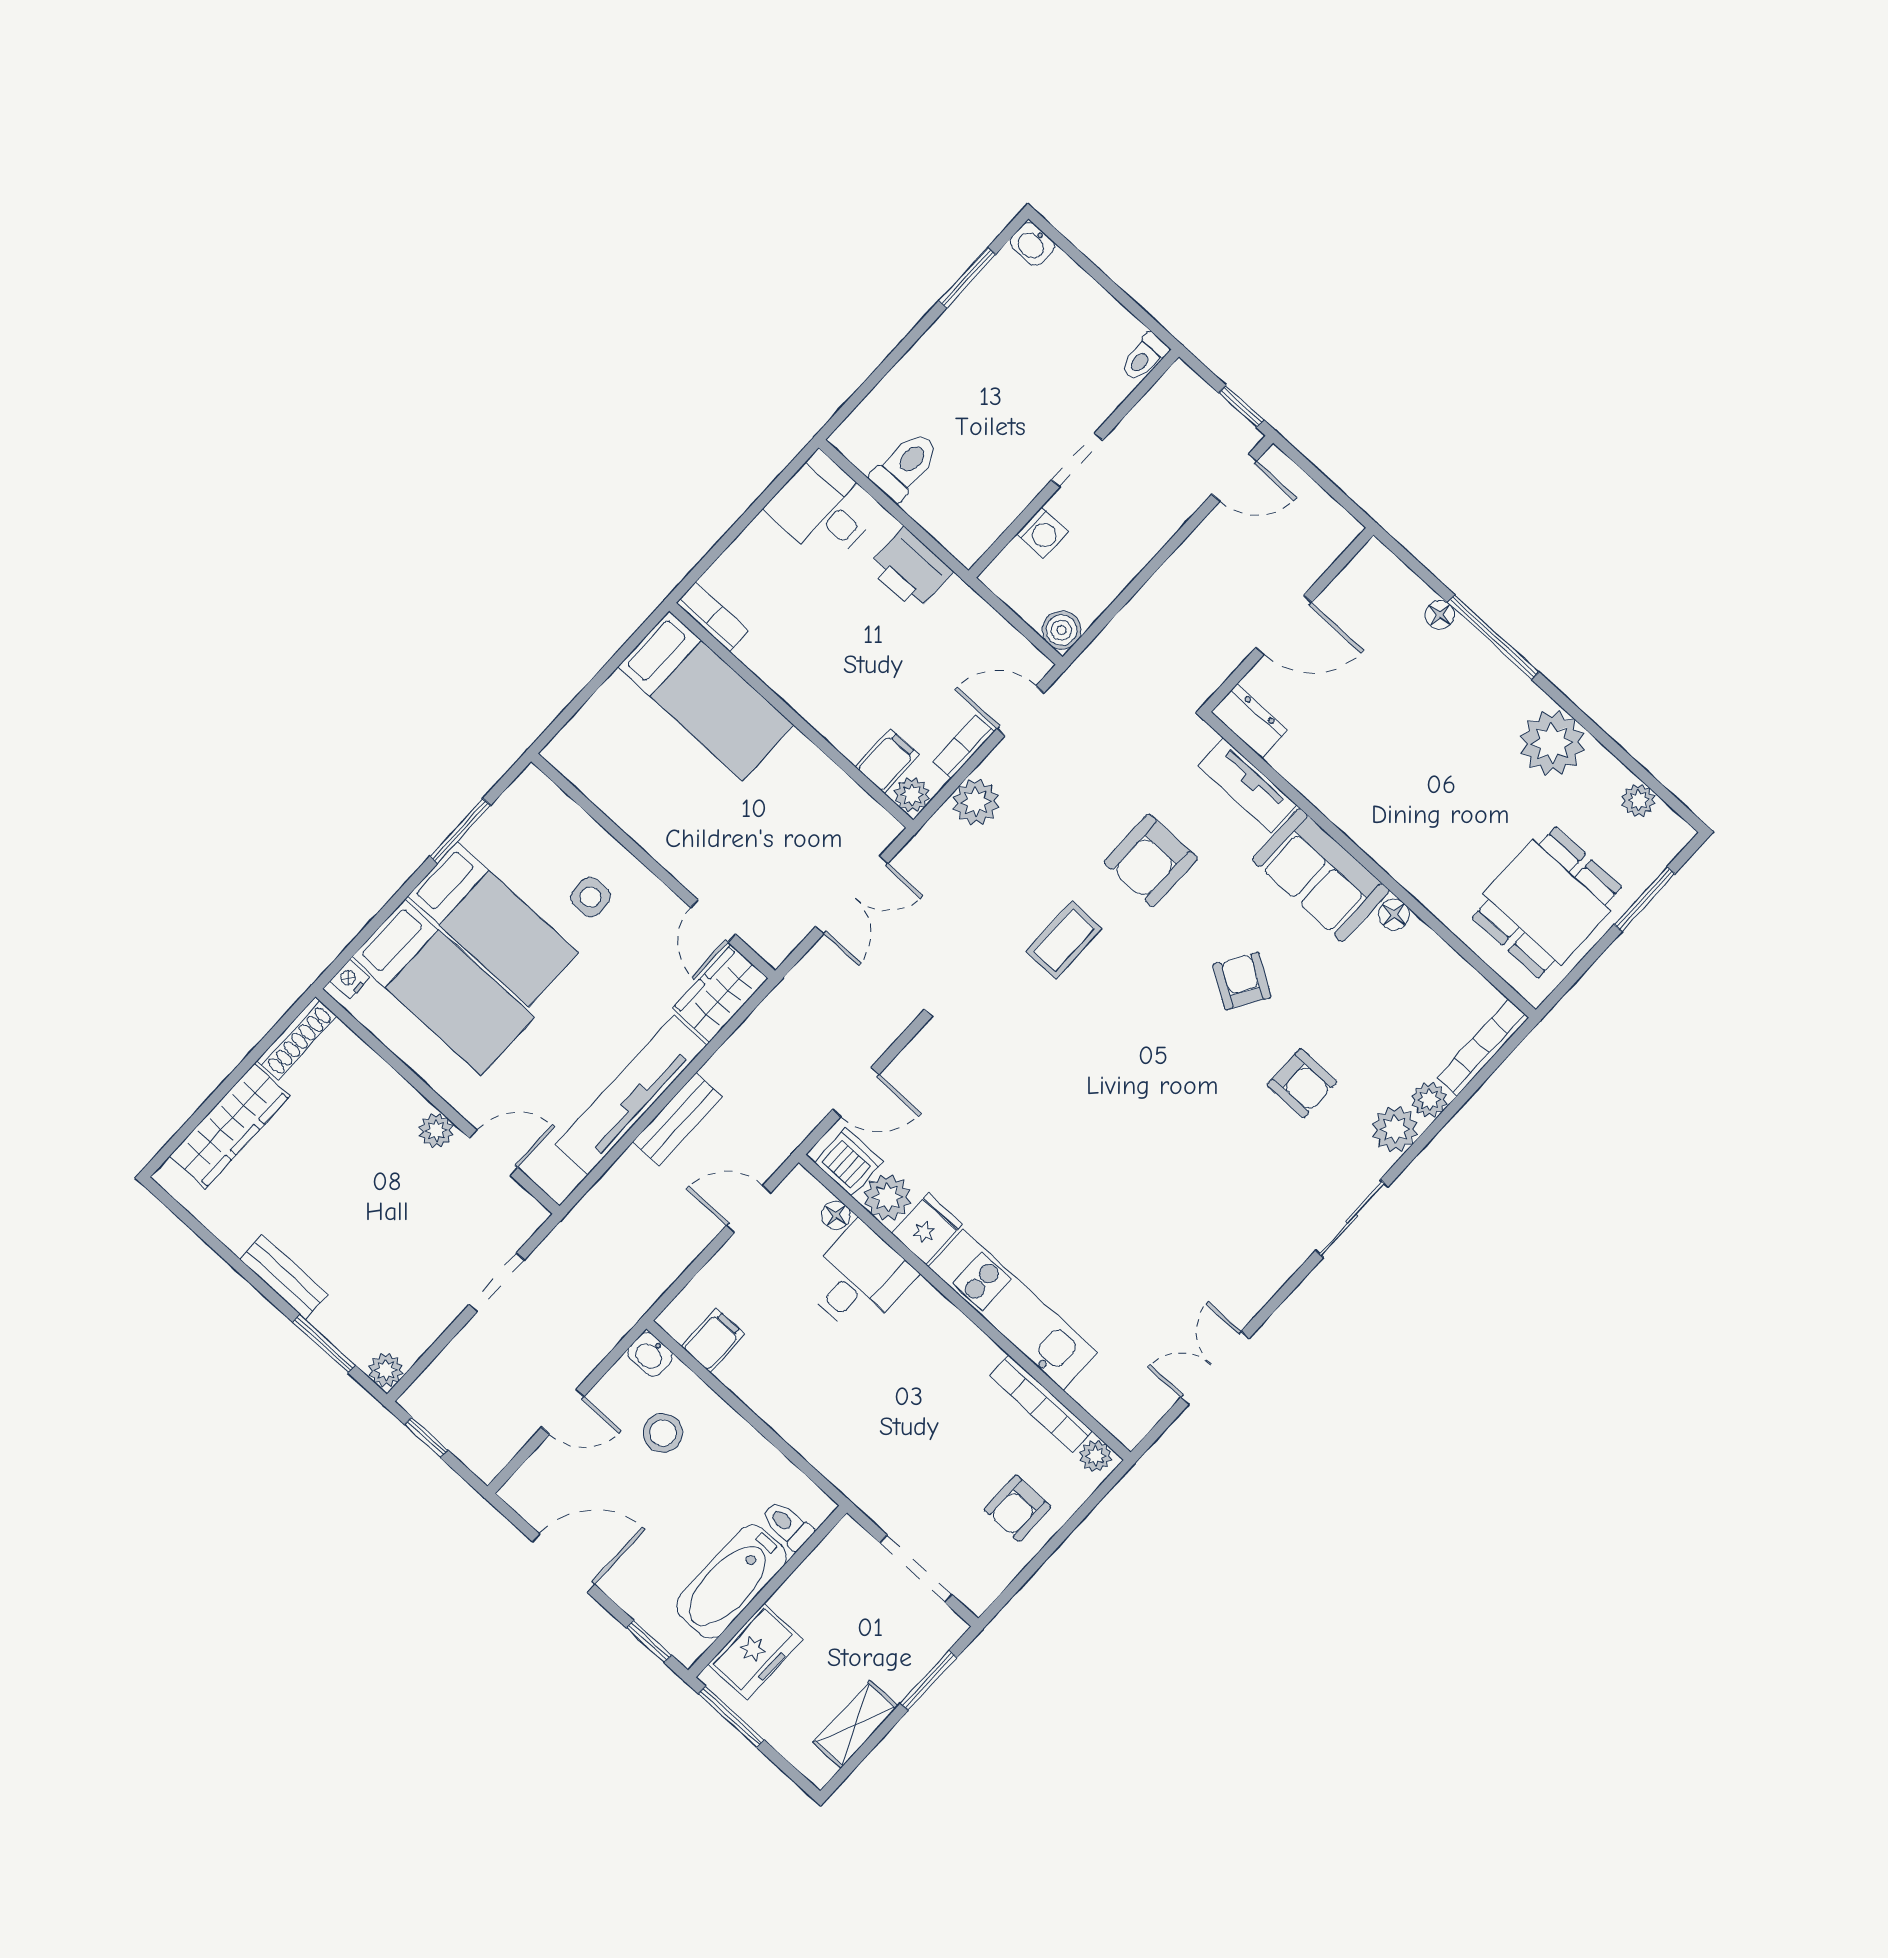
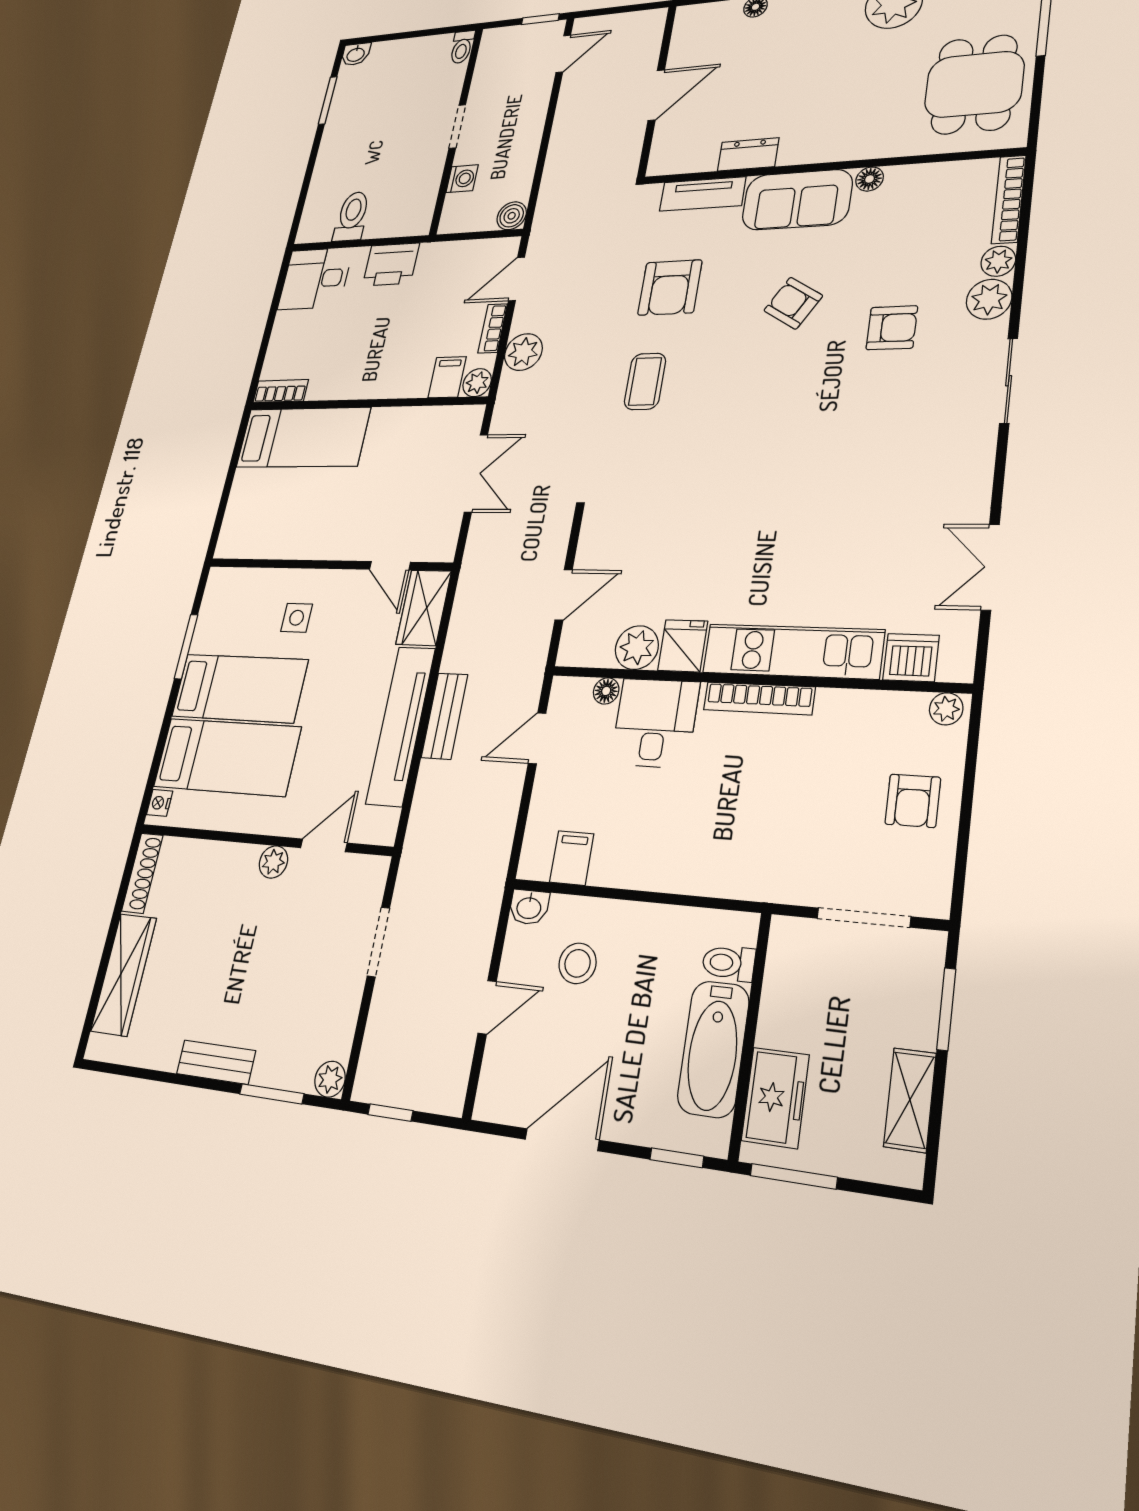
dresser: (1249, 721) -> (748, 154), moved
dishwasher: (849, 1162) -> (911, 658), moved
bookcase: (1041, 1404) -> (759, 698), moved

